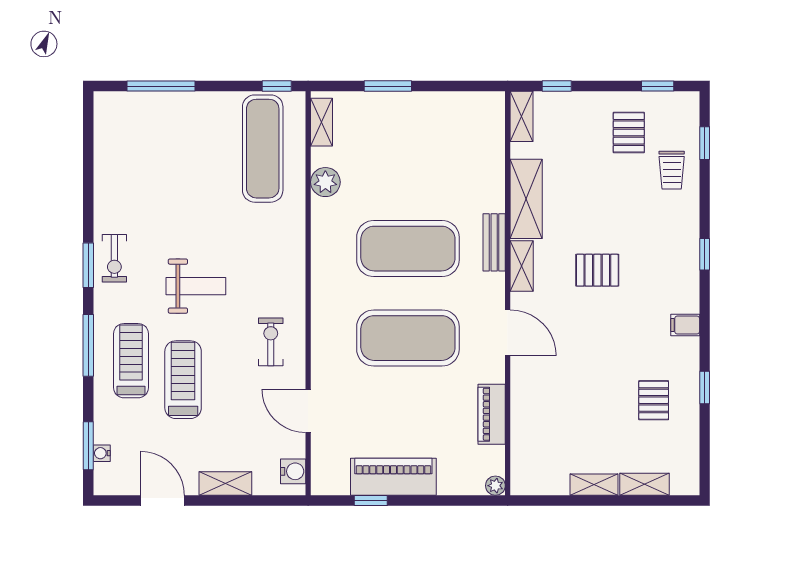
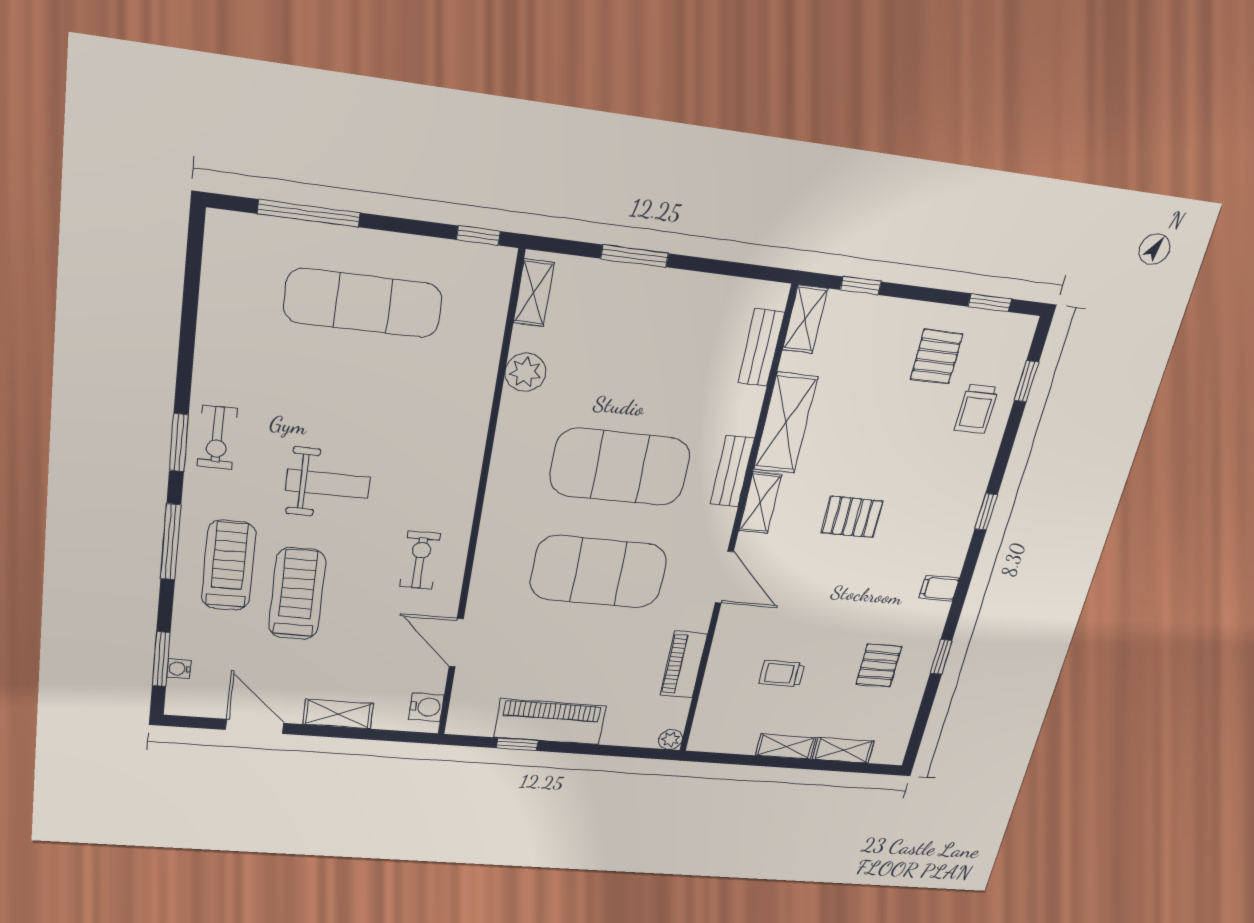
bench: (494, 142) -> (761, 348), added
exercise mat: (263, 149) -> (363, 303), moved, turned 90
trolley: (574, 415) -> (782, 674), added

